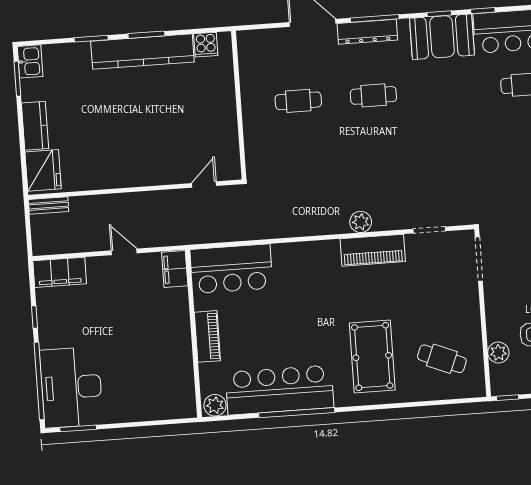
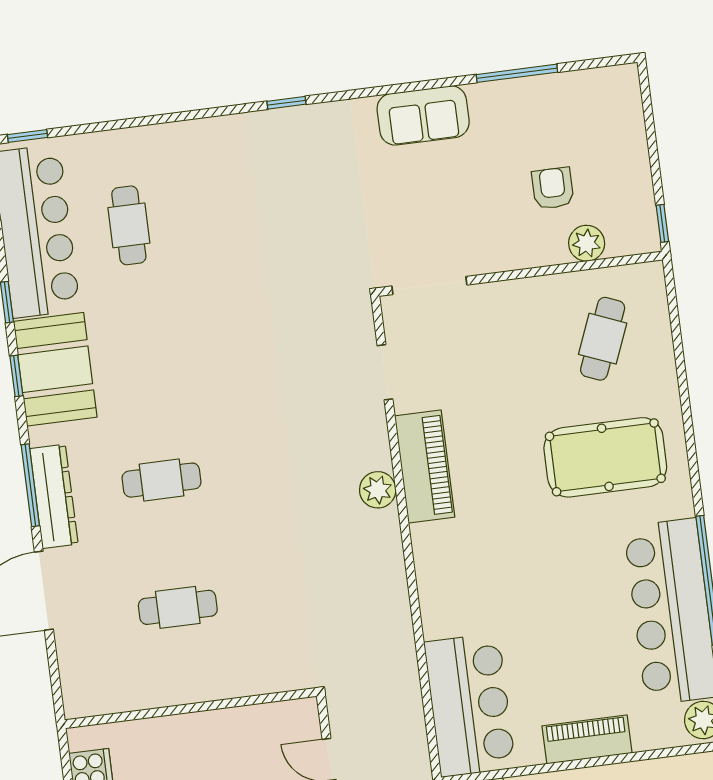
cafe table: (373, 95) -> (161, 480), turned 90
cafe table: (298, 101) -> (178, 607), turned 90

